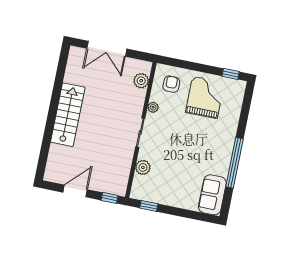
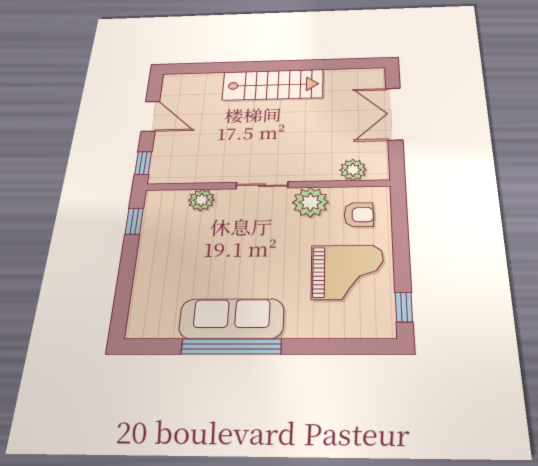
plant: (153, 107) -> (310, 202), width x1.88, depth x1.88
sofa: (212, 195) -> (231, 319), moved, width x1.36

